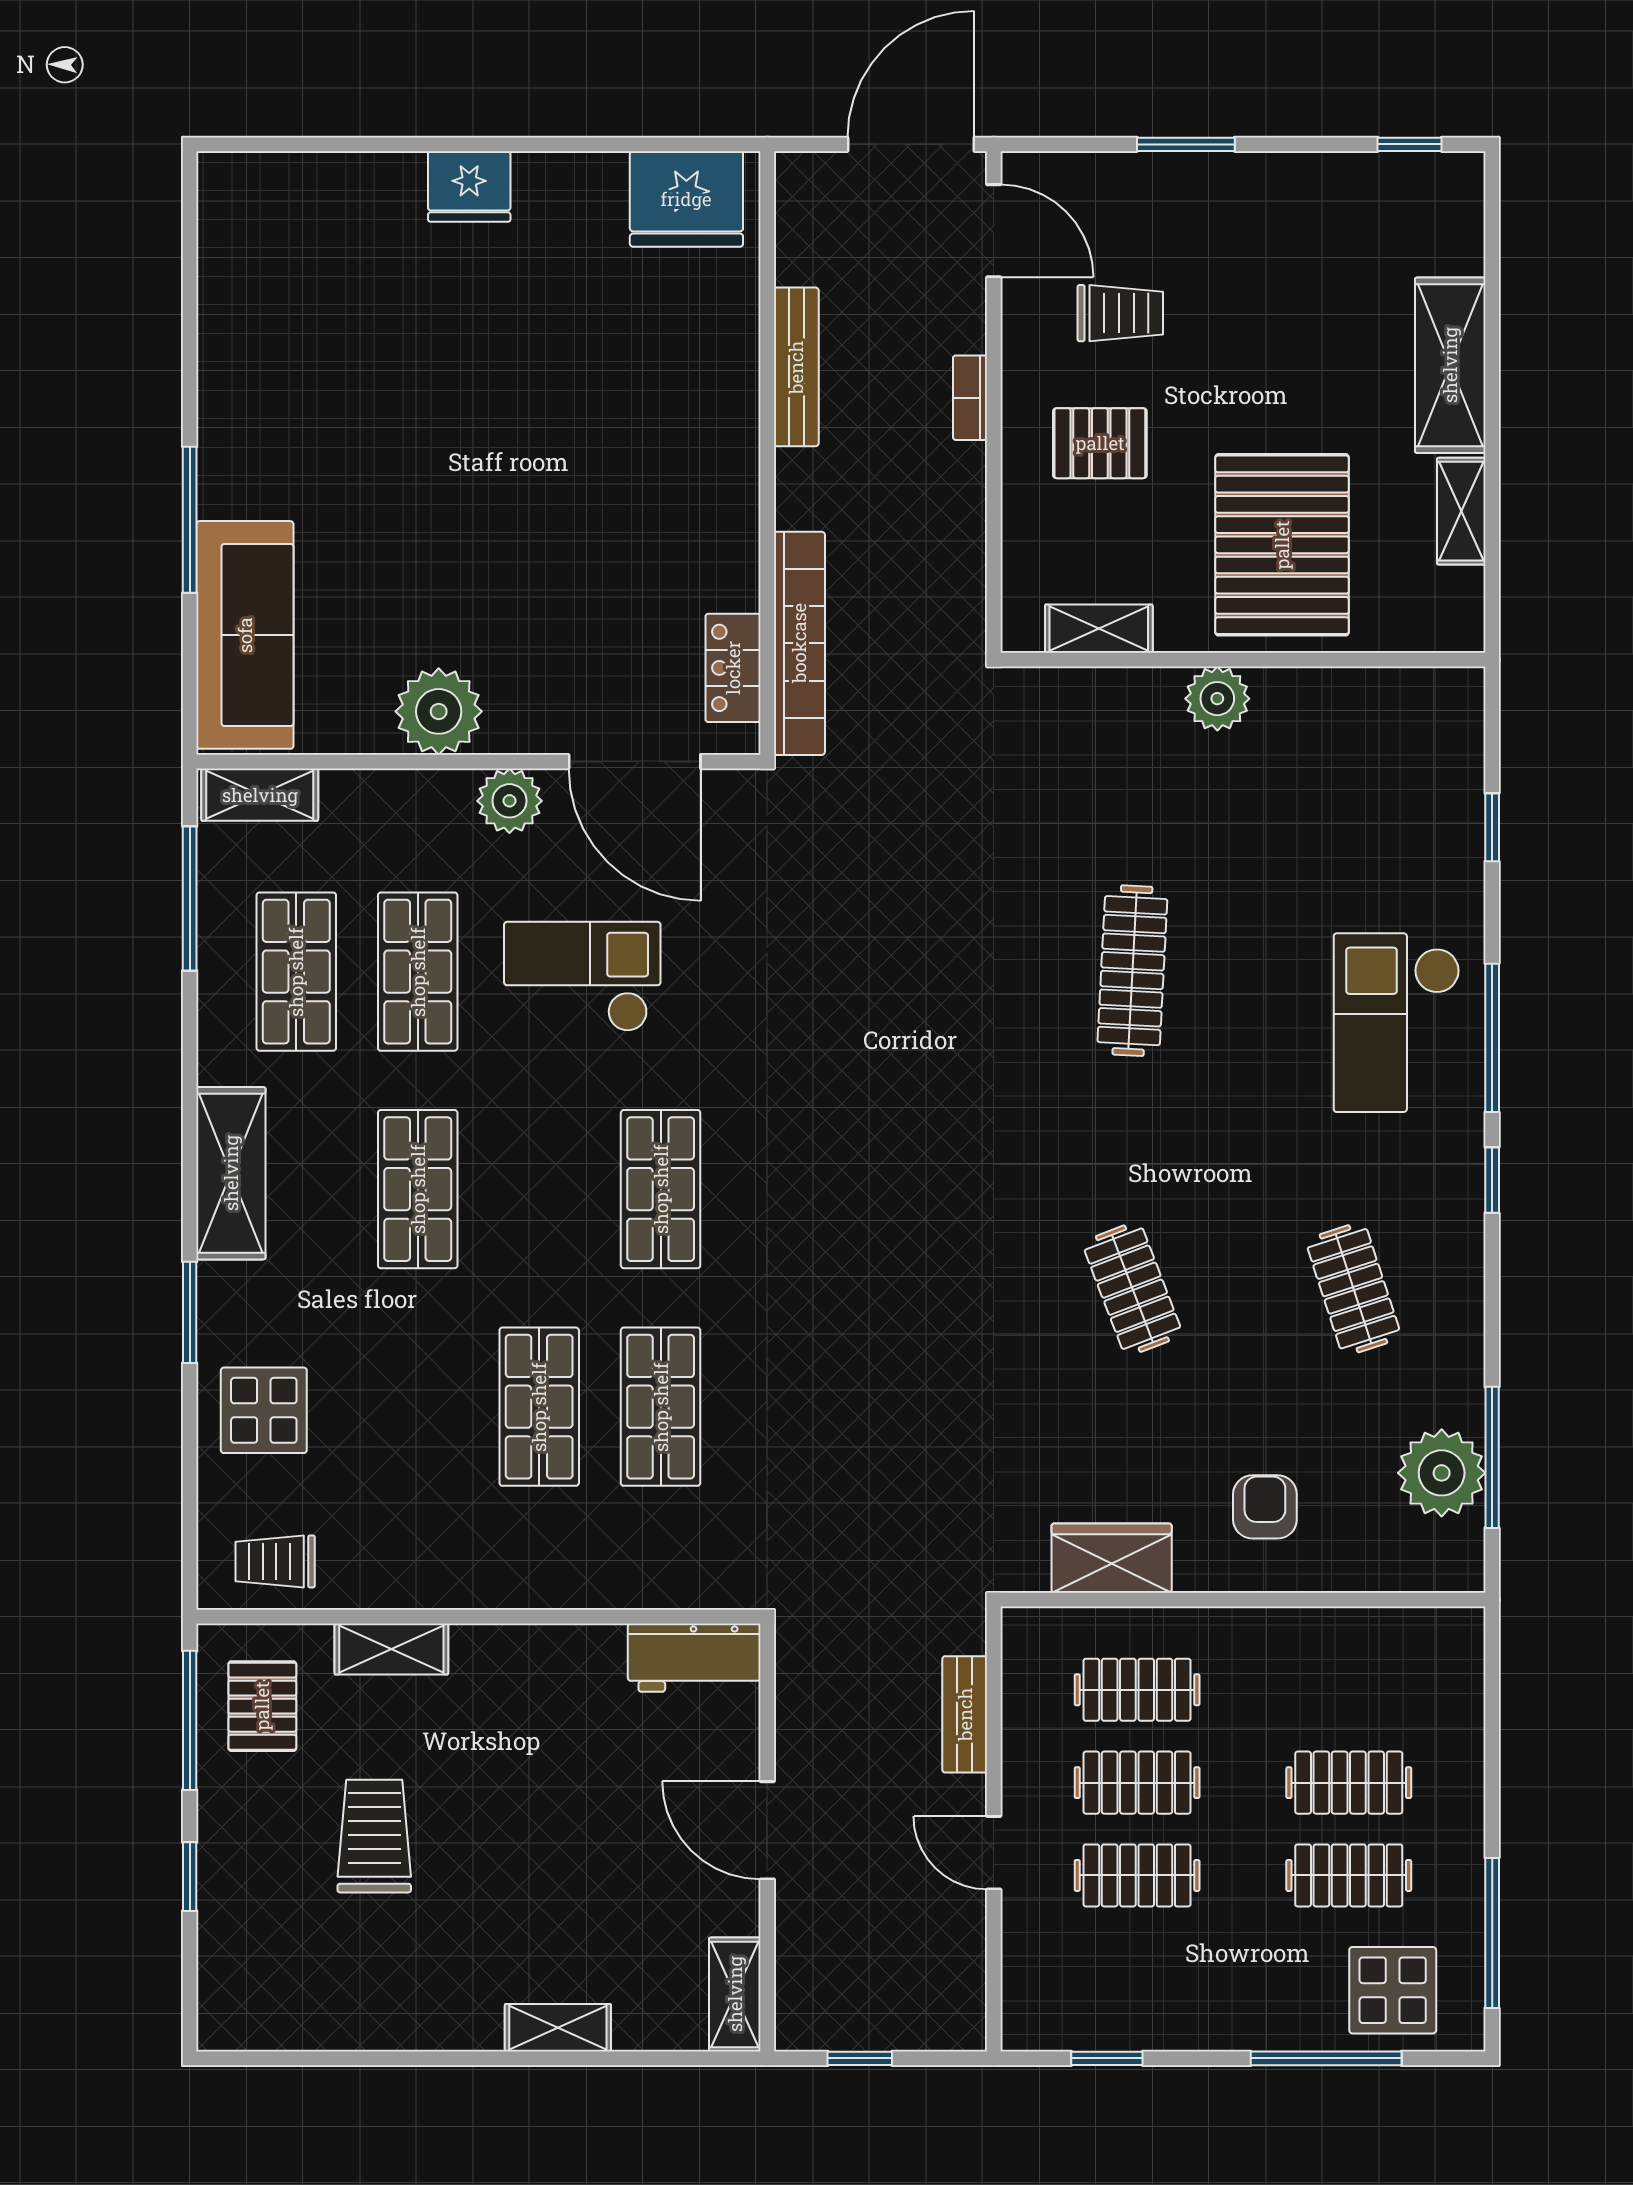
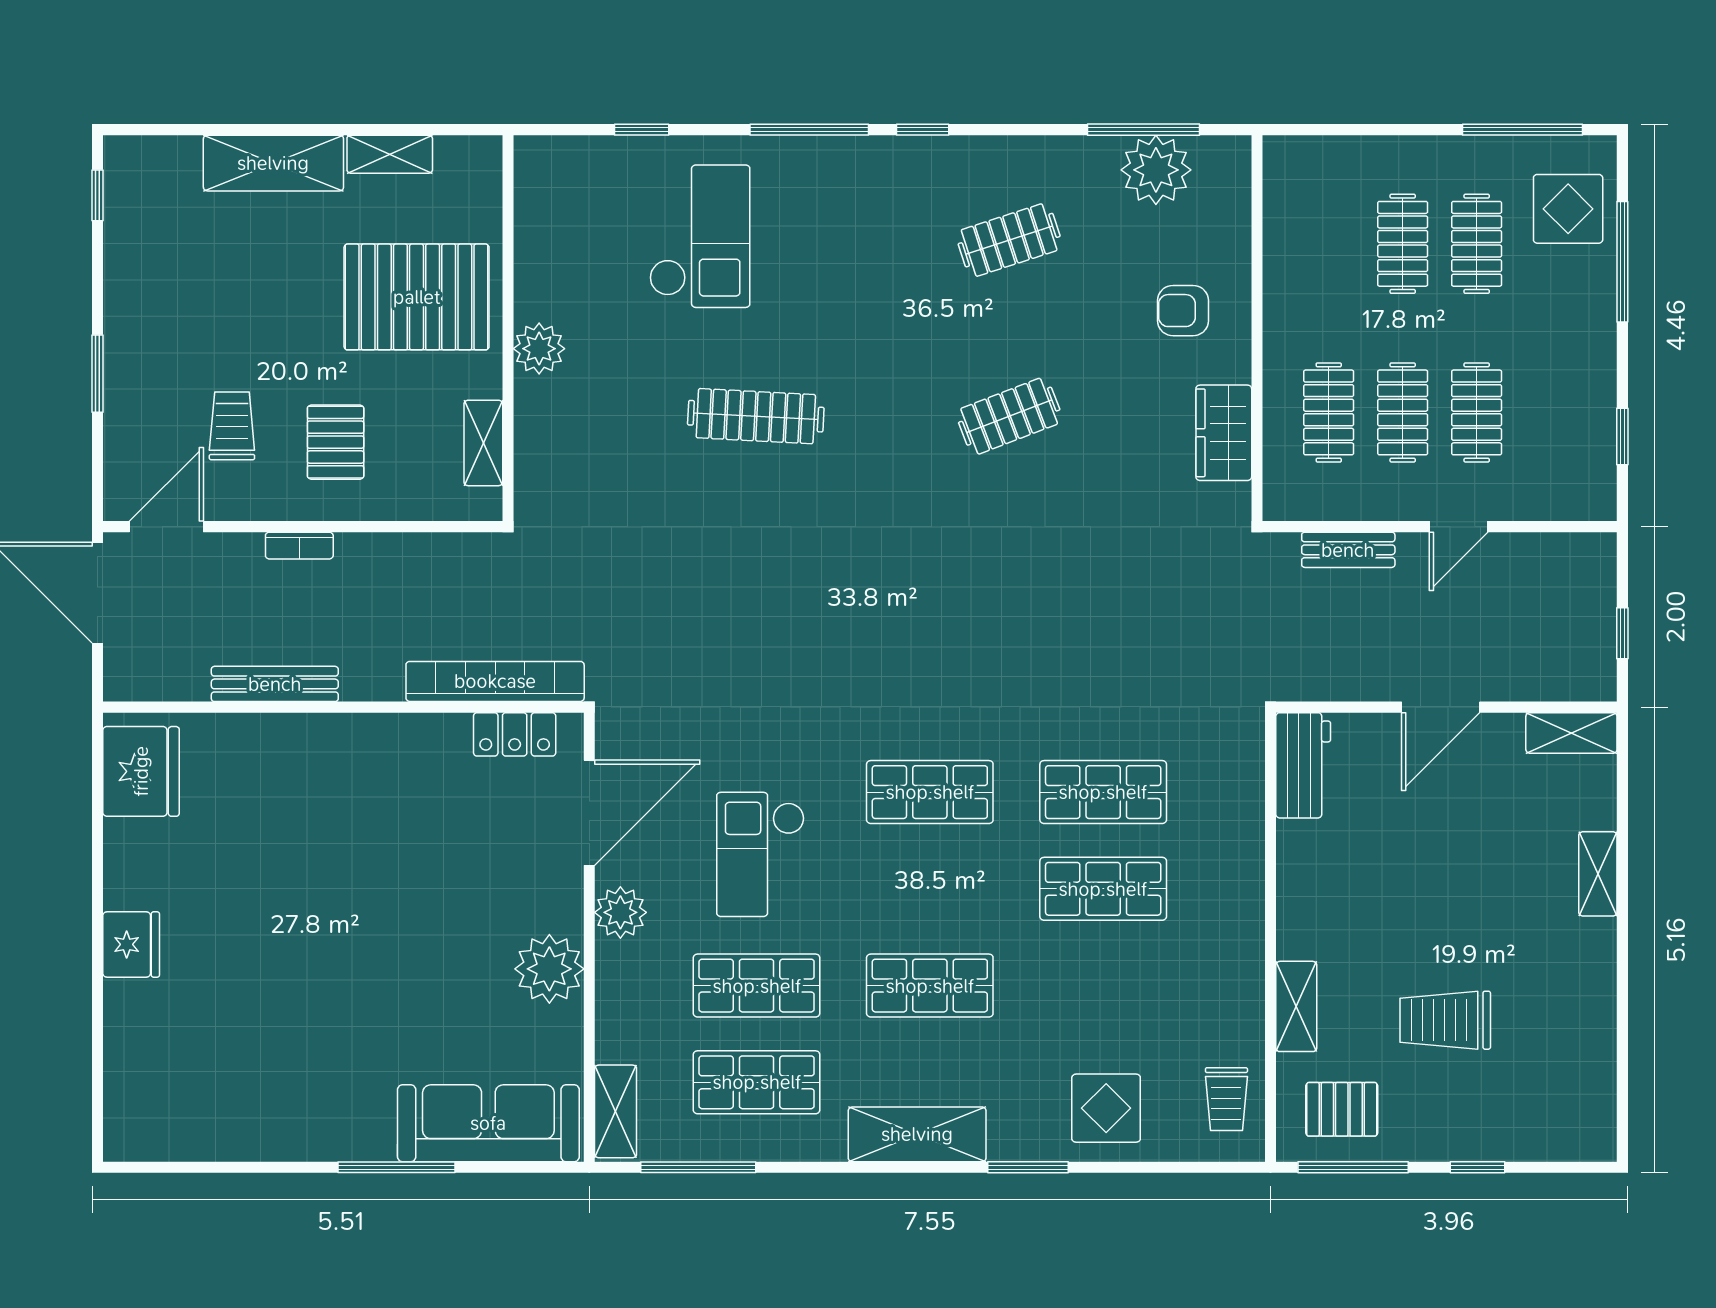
checkout: (1397, 1023) -> (700, 236), moved, turned -90

